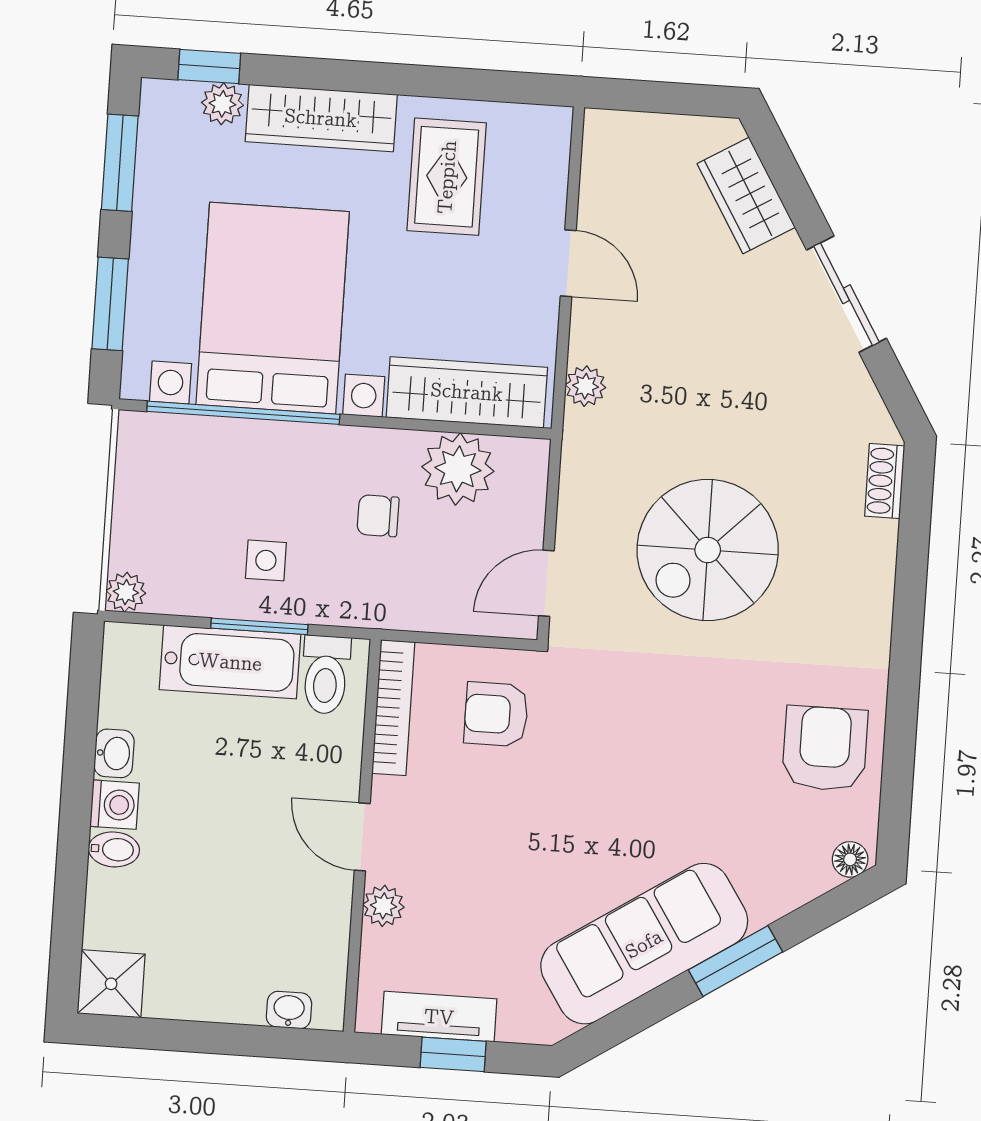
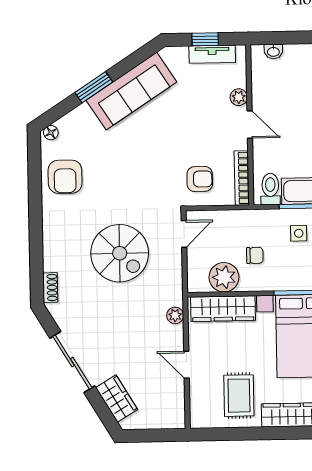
sliding door: (847, 294) -> (72, 362), width x1.37
spiral stairs: (708, 550) -> (120, 253), turned 90

